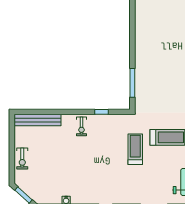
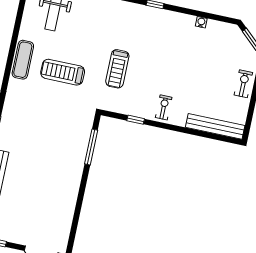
treadmill: (135, 149) -> (117, 69), moved

